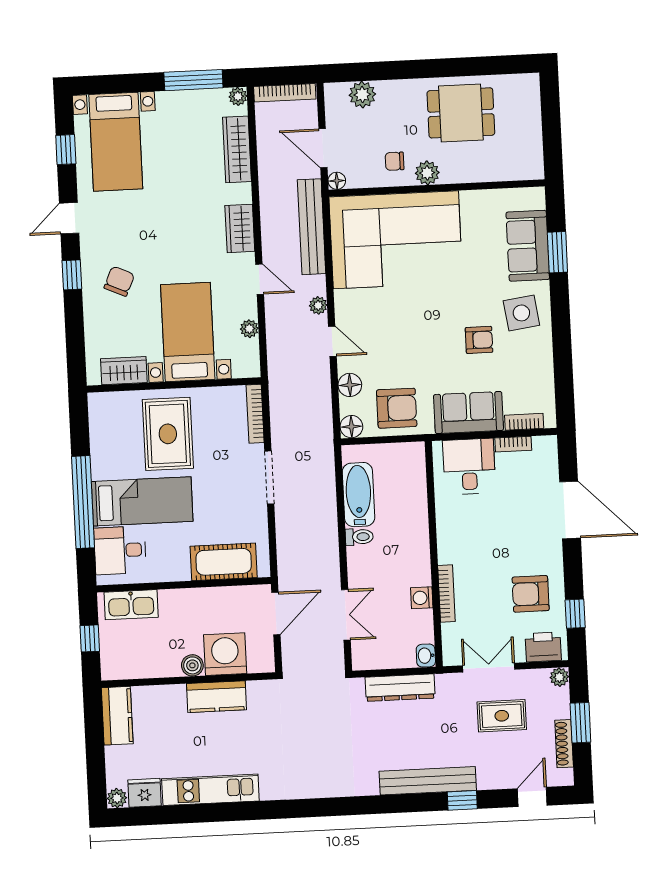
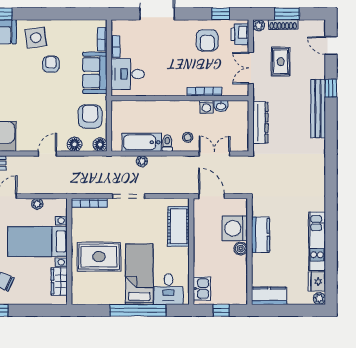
plant: (318, 305) -> (142, 161), moved
stool: (370, 570) -> (188, 137), added
kitchen sink: (131, 605) -> (202, 288), width x0.73
washbasin: (426, 656) -> (221, 106), moved
shoe rack: (564, 744) -> (283, 25), moved

